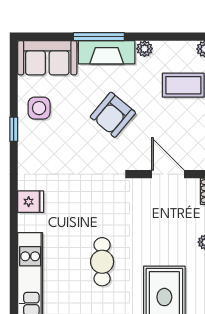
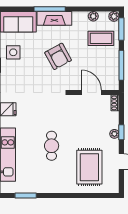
plant: (145, 49) -> (93, 16), moved
armchair: (113, 115) -> (58, 56), turned -69

